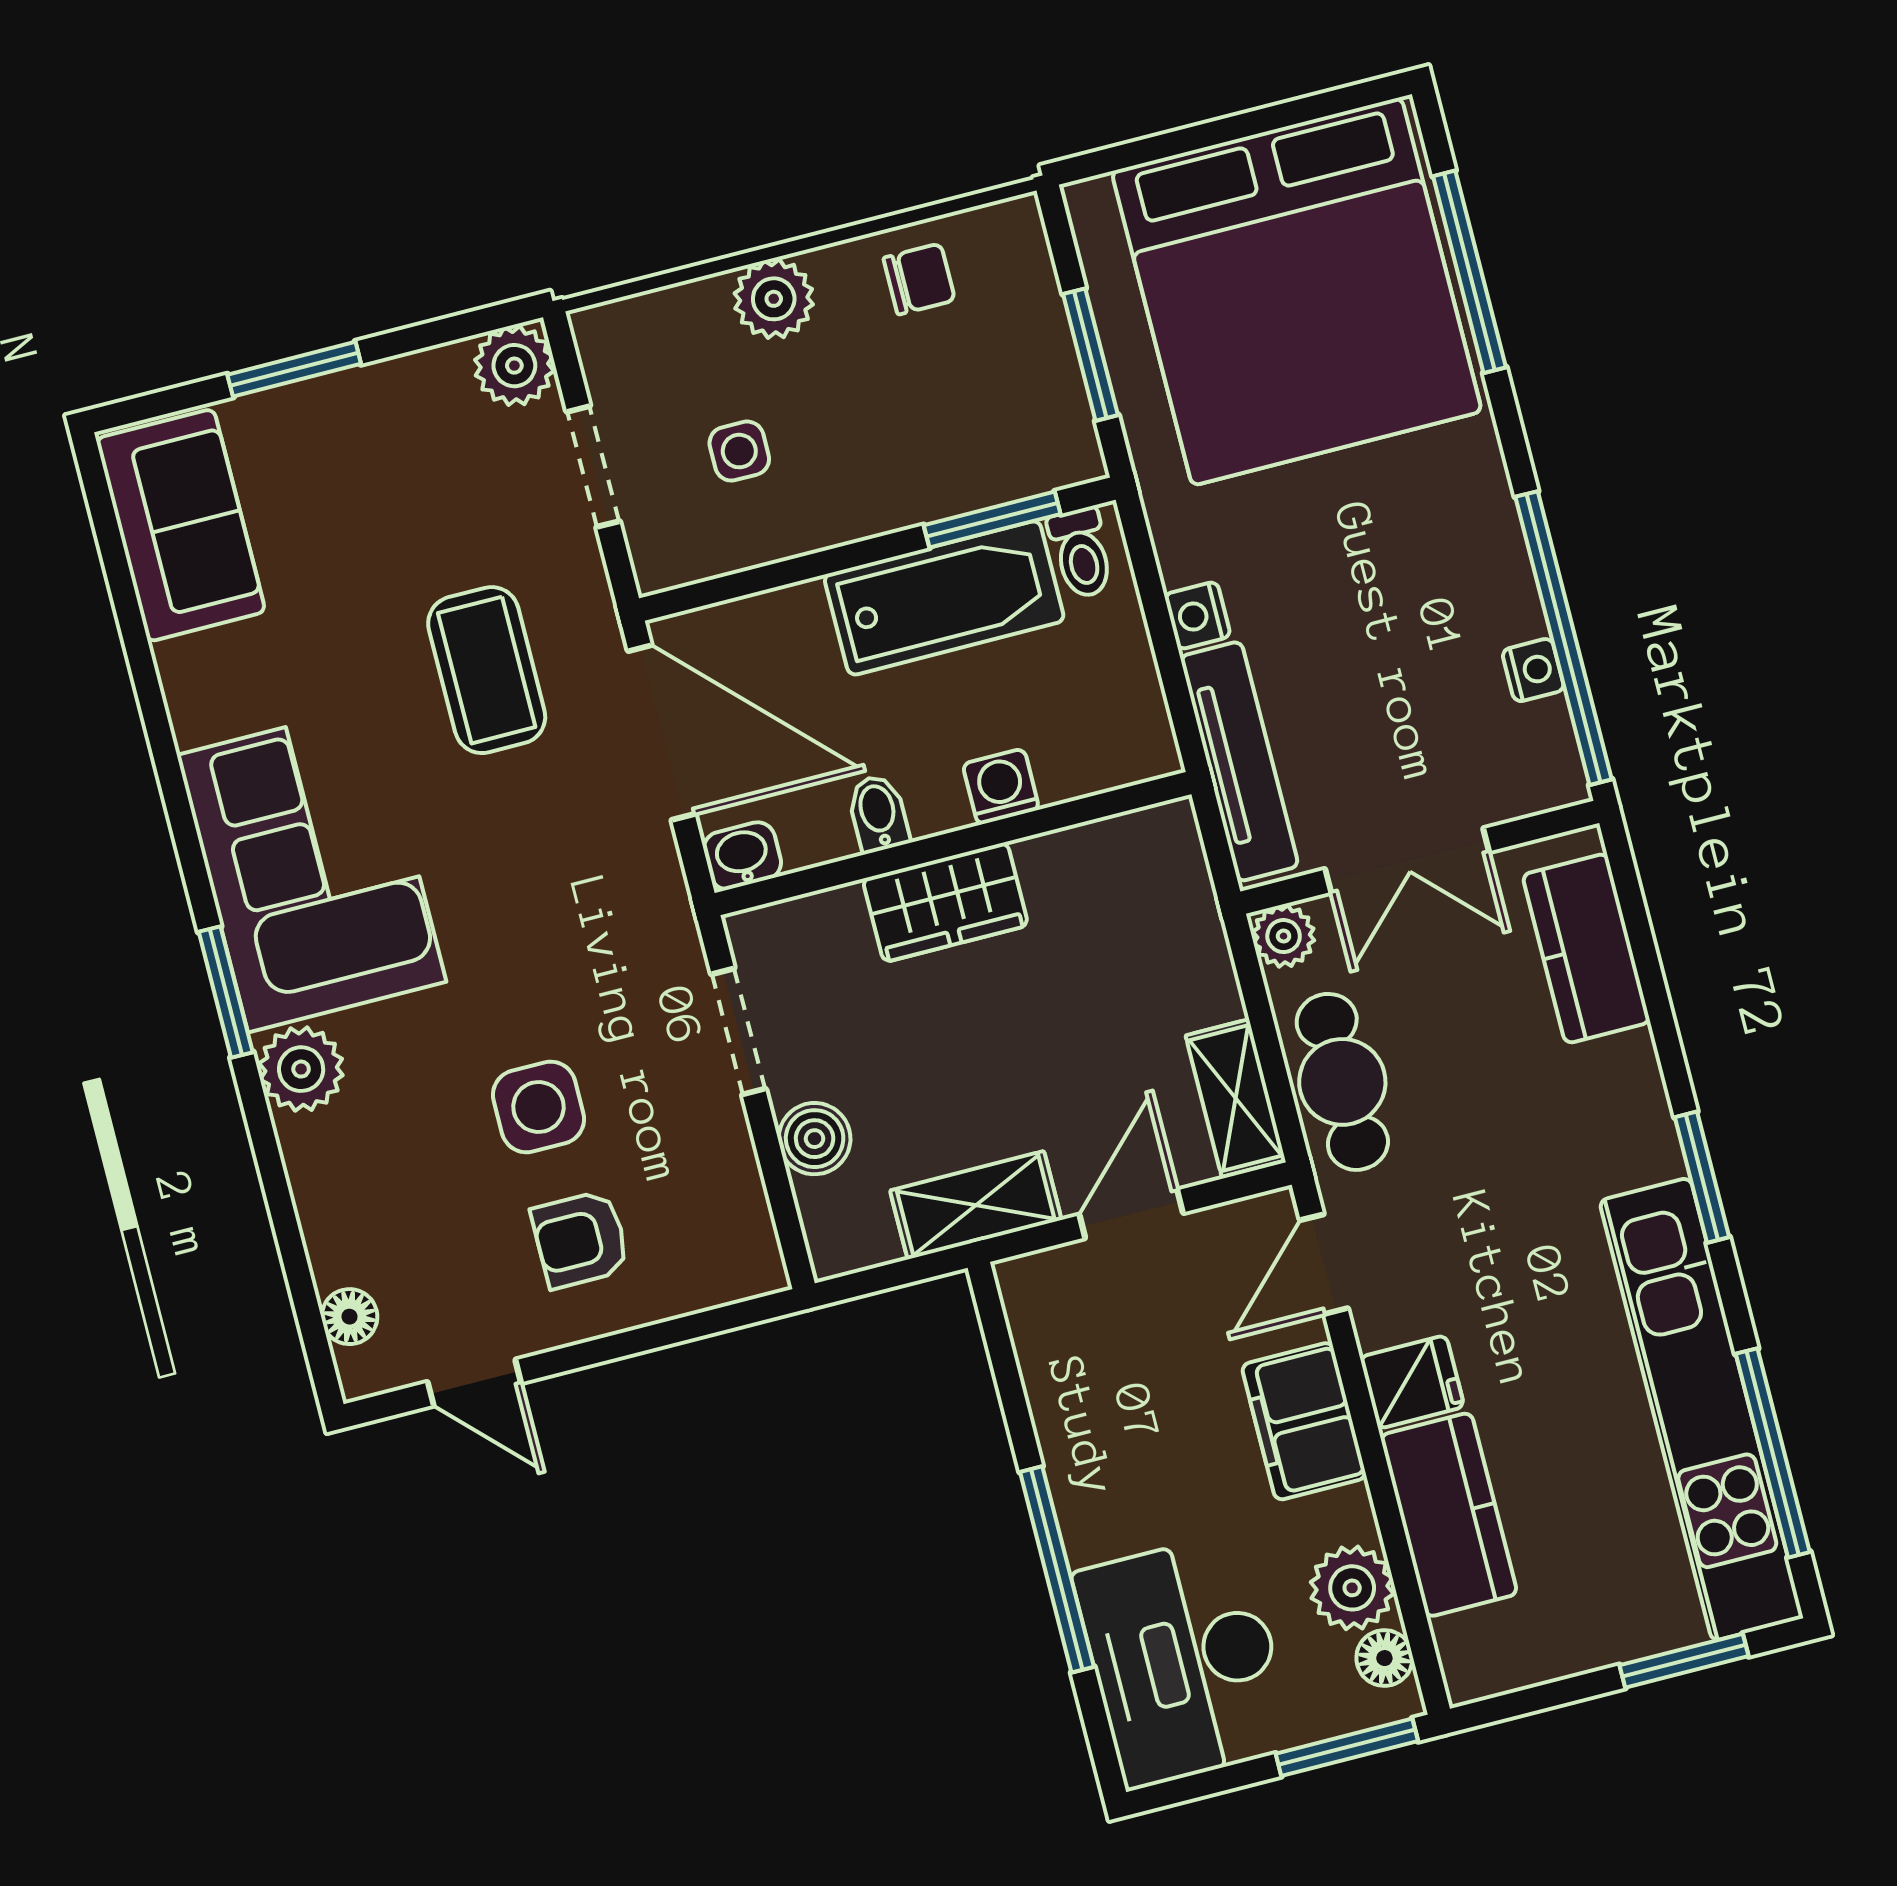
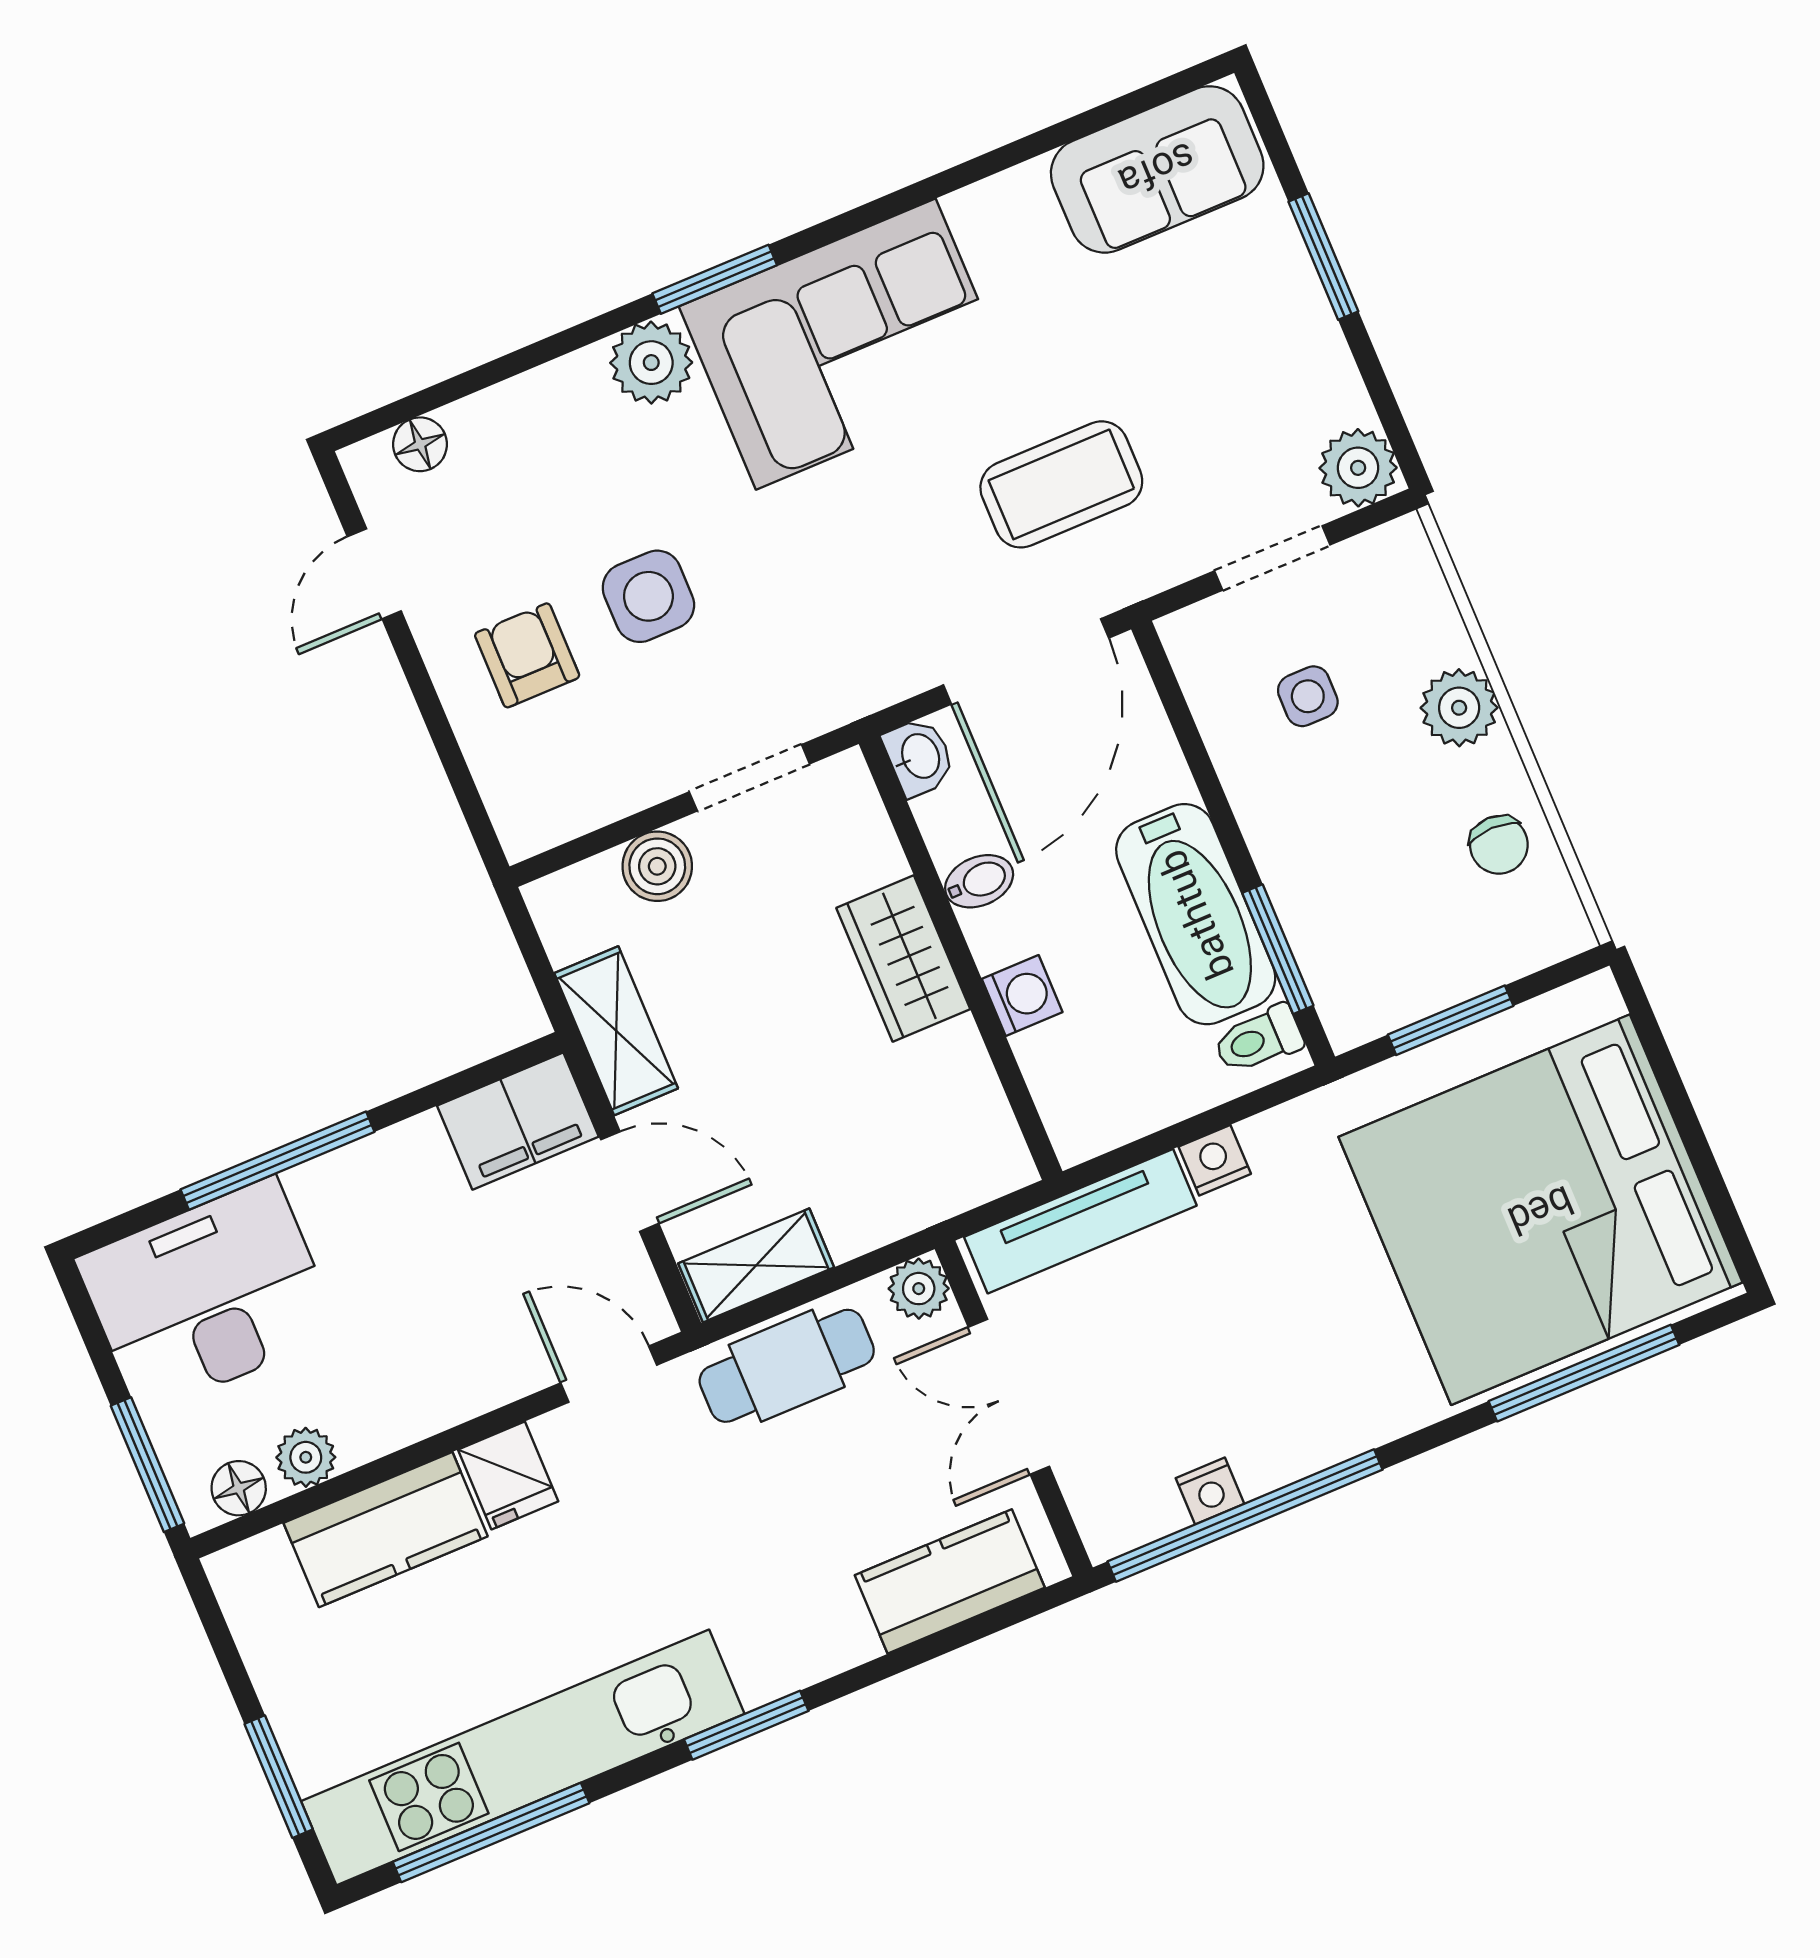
filing cabinet: (1304, 1421) -> (518, 1121), moved, turned 180
plant: (1352, 1588) -> (306, 1457), width x0.73, depth x0.73

